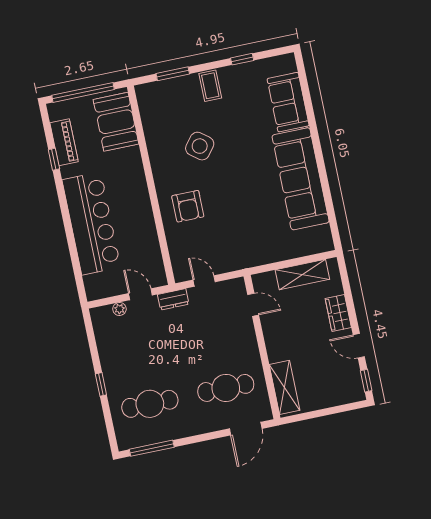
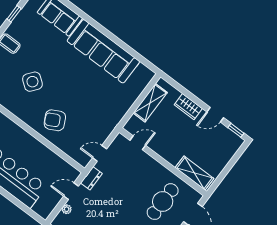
armchair: (188, 206) -> (55, 120), turned 153

